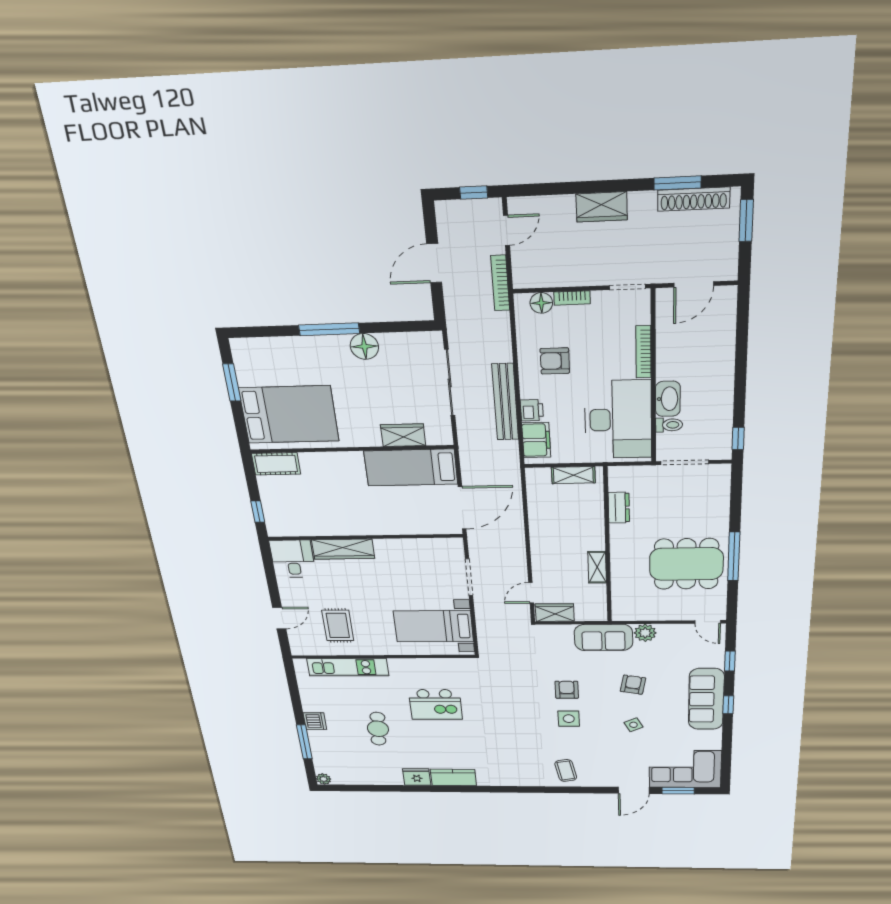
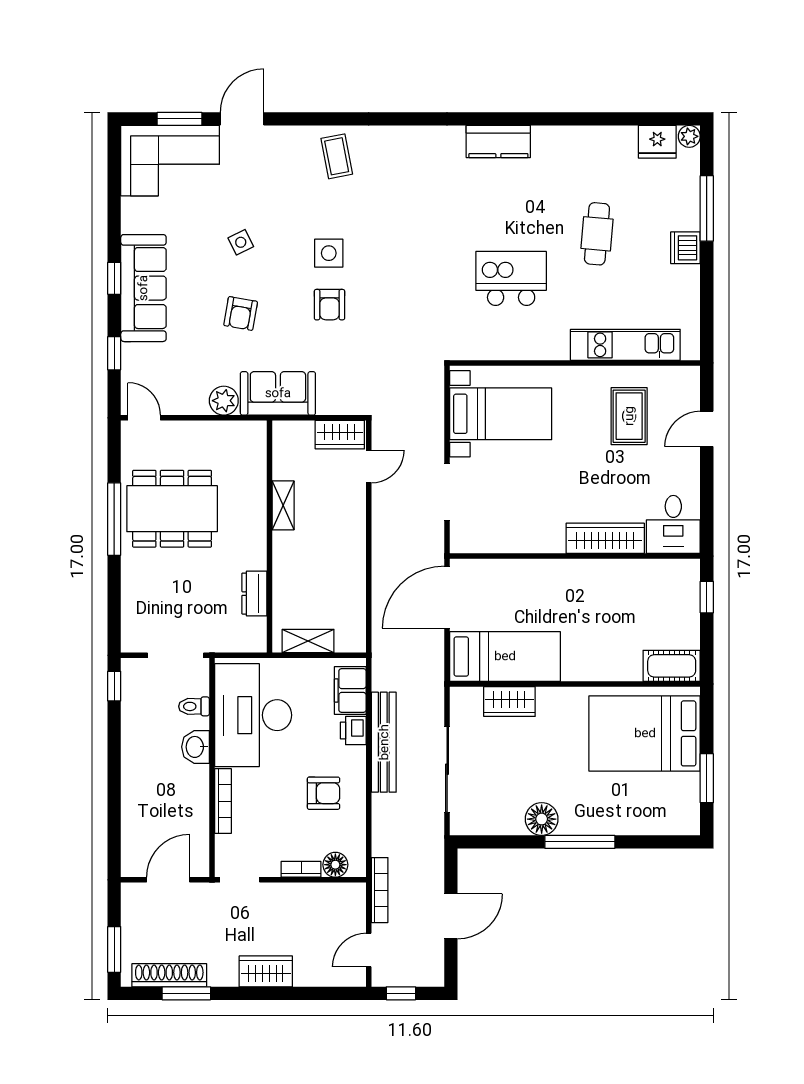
washbasin: (668, 399) -> (196, 747), width x0.72
fridge: (417, 777) -> (657, 142), moved

